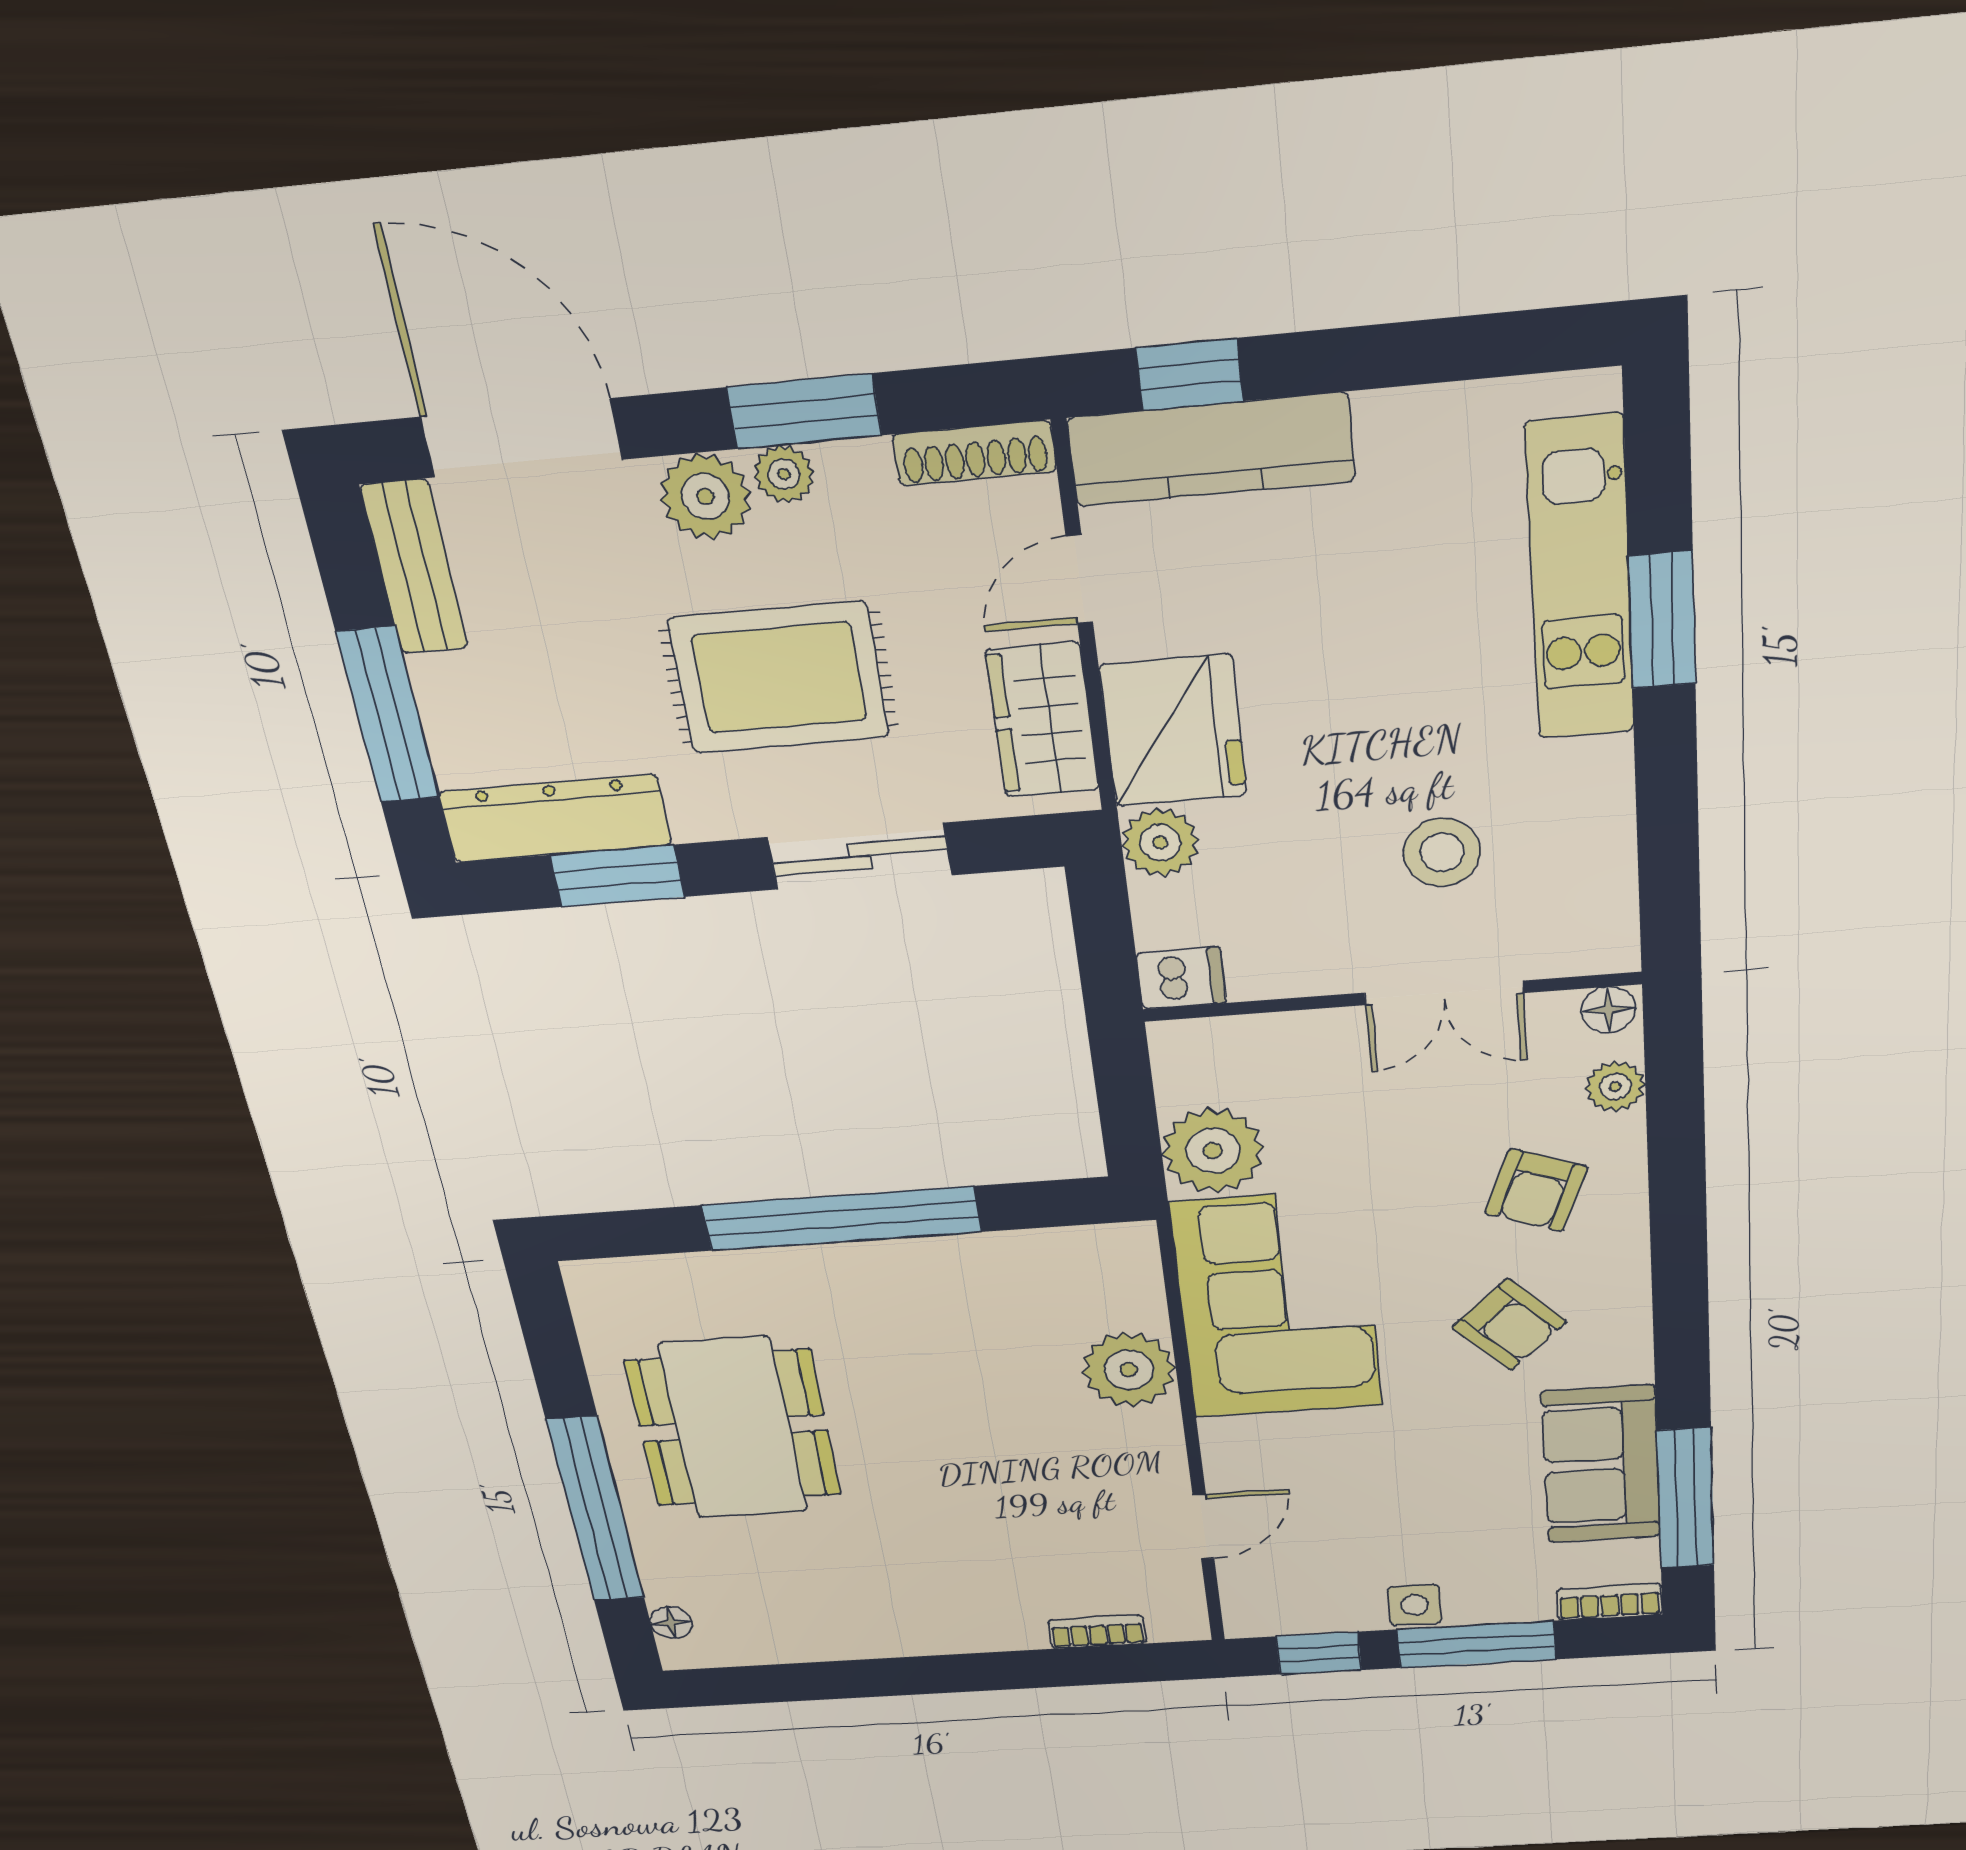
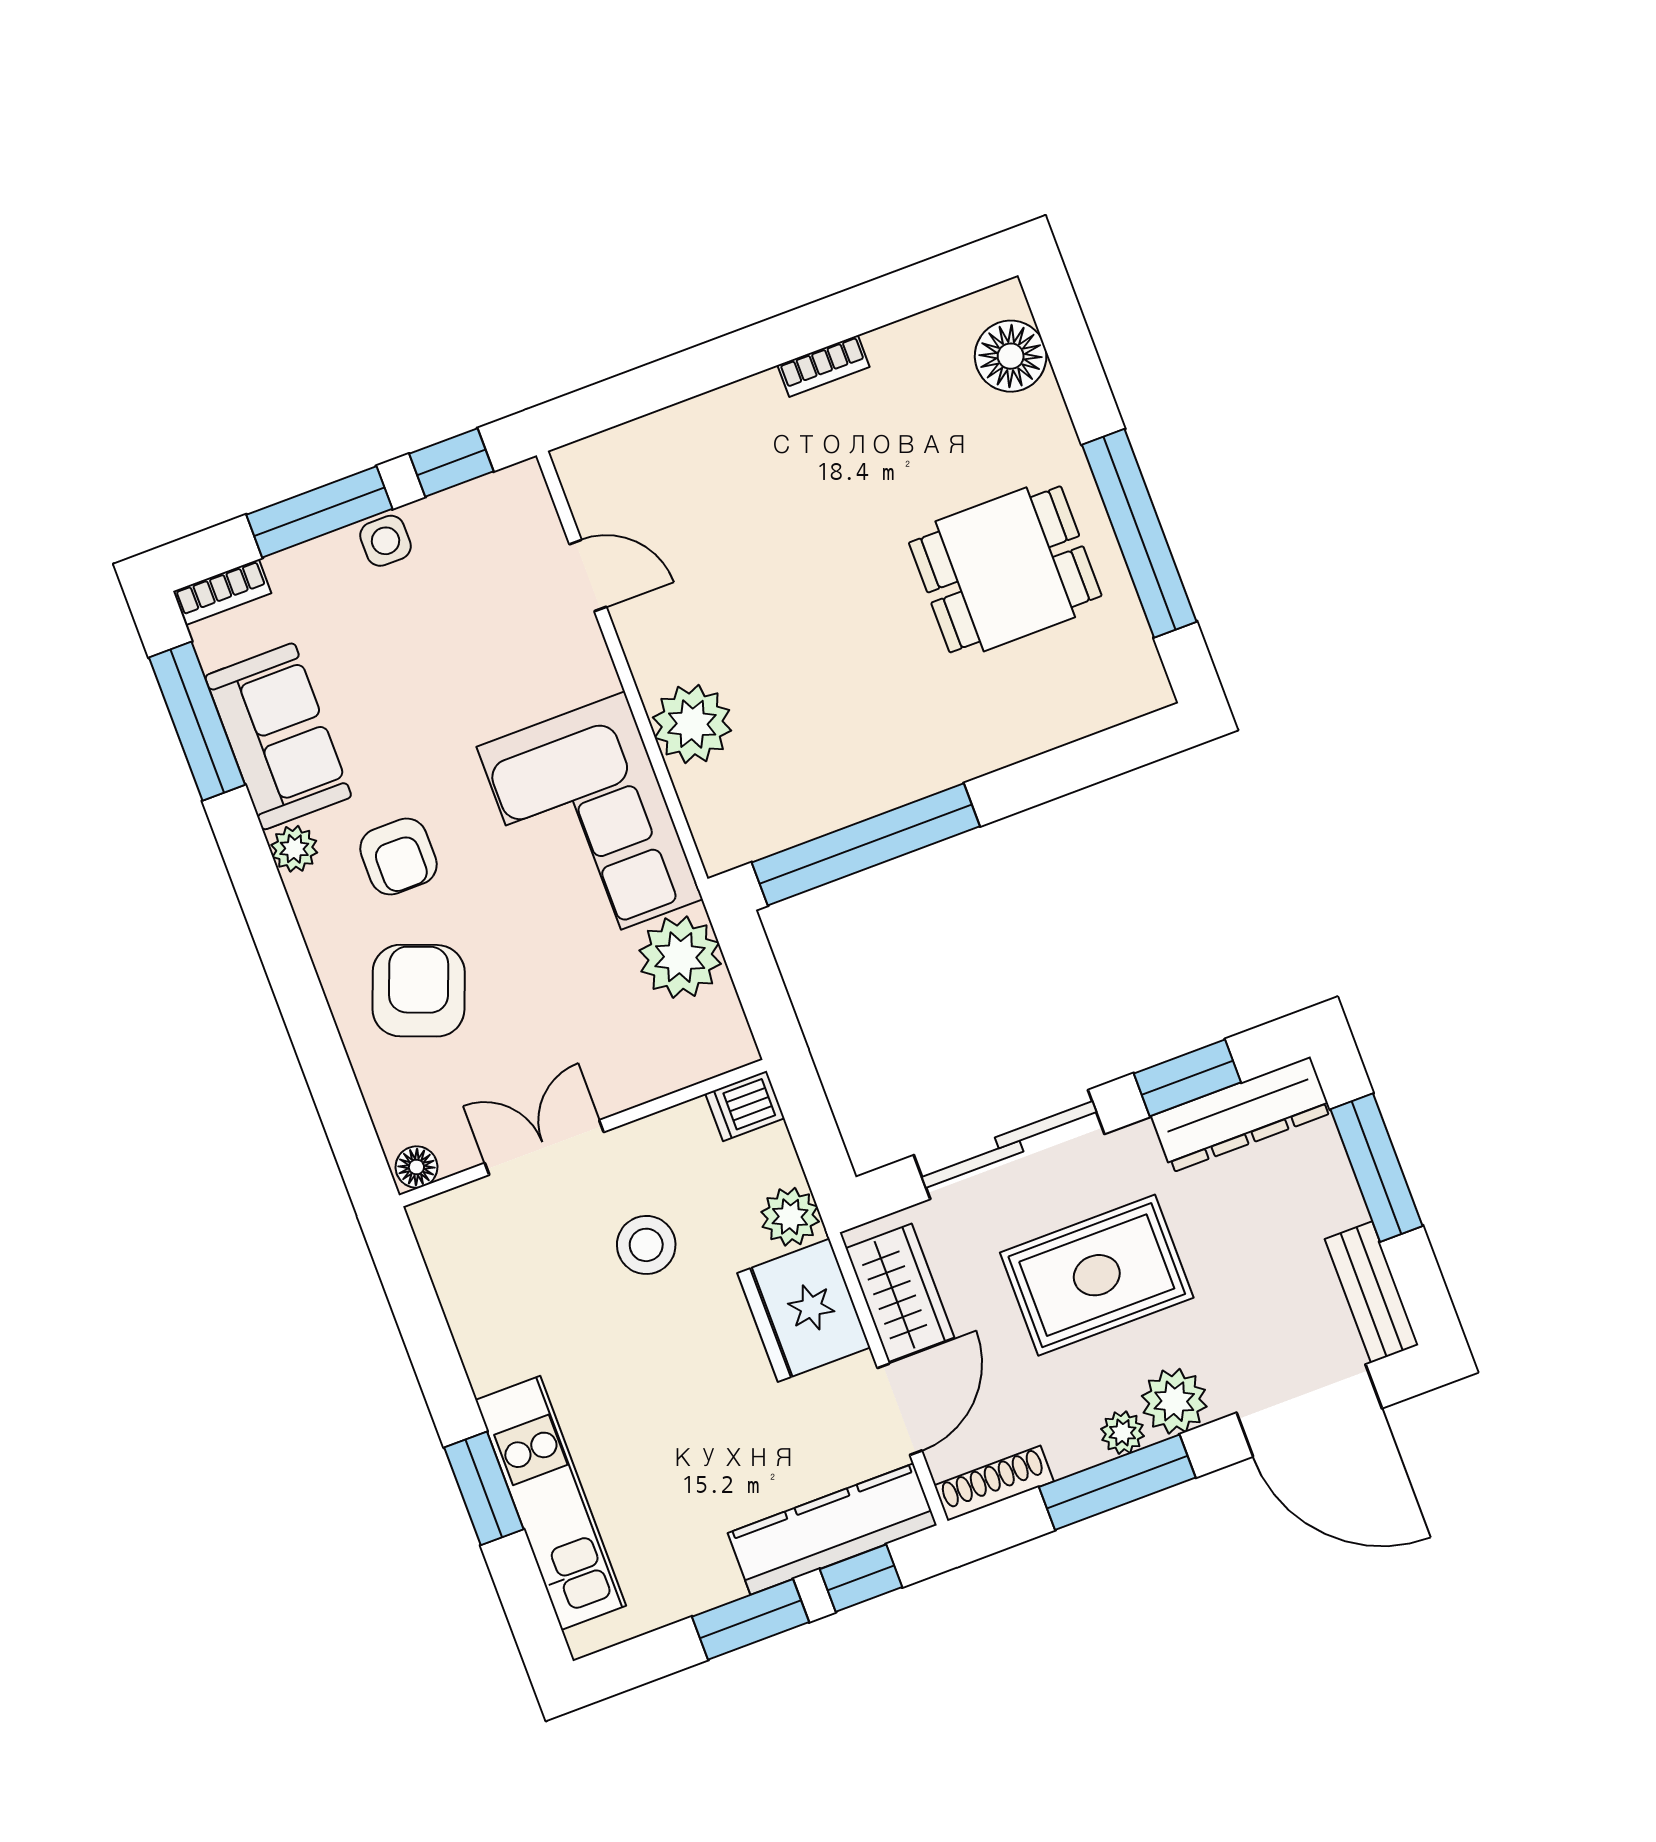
window: (1358, 358) -> (750, 1619), added
window: (804, 411) -> (1117, 1482), width x1.44
door: (1079, 579) -> (900, 1409), width x1.38
stool: (1442, 852) -> (646, 1245), moved
sliding door: (860, 856) -> (1009, 1145), width x1.37
plant: (1615, 1087) -> (294, 849), moved
armchair: (1536, 1190) -> (419, 991), width x1.38, depth x1.38
window: (842, 1219) -> (866, 844), moved
armchair: (1509, 1325) -> (398, 857), turned -136
dining table: (733, 1428) -> (1005, 569), width x0.73
window: (596, 1510) -> (1139, 533), moved
door: (1203, 1527) -> (588, 575), swing flipped
floor lamp: (671, 1623) -> (1011, 356), width x1.89, depth x1.89
bookcase: (1097, 1632) -> (824, 366), moved

